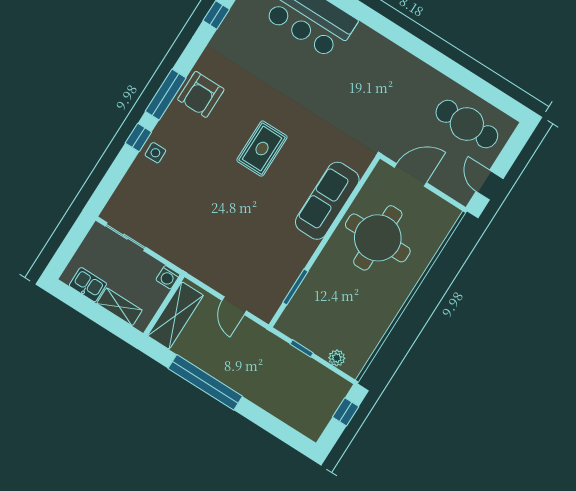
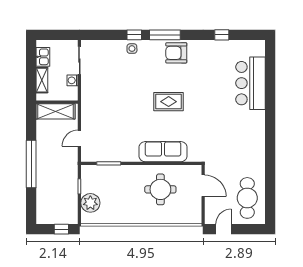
round table: (378, 238) -> (160, 189), width x0.73, depth x0.73
washing machine: (168, 277) -> (73, 80), moved
plant: (337, 358) -> (90, 203), width x1.87, depth x1.87
window: (205, 382) -> (31, 164), moved

